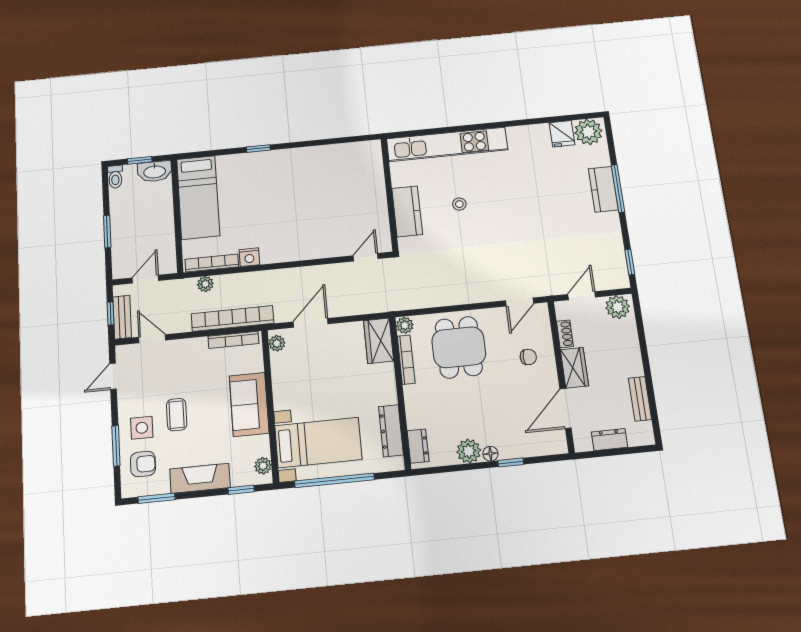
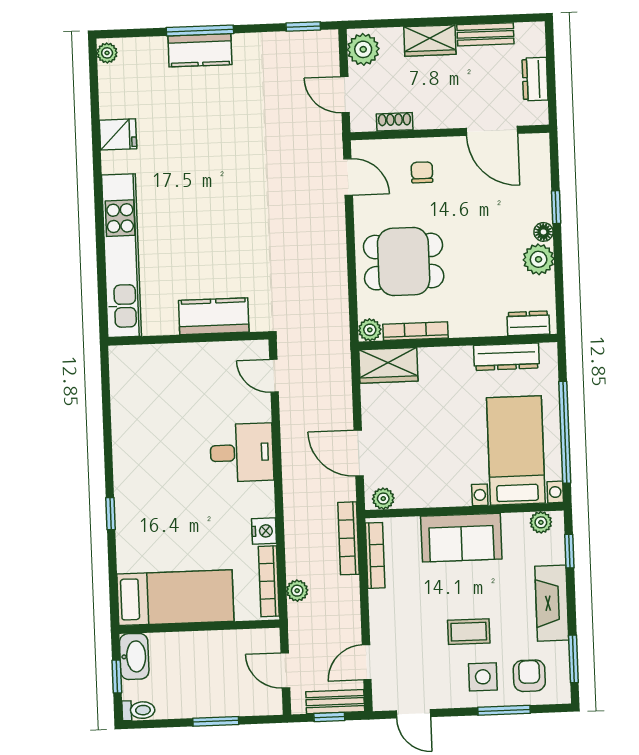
plant: (588, 132) -> (107, 53), width x0.53, depth x0.53
fridge: (562, 134) -> (118, 134), moved
stool: (459, 204) -> (208, 245), removed
desk: (307, 238) -> (242, 453), added
bookcase: (232, 318) -> (349, 538), width x0.68, depth x0.76
wardrobe: (574, 368) -> (430, 41), moved, turned 180

